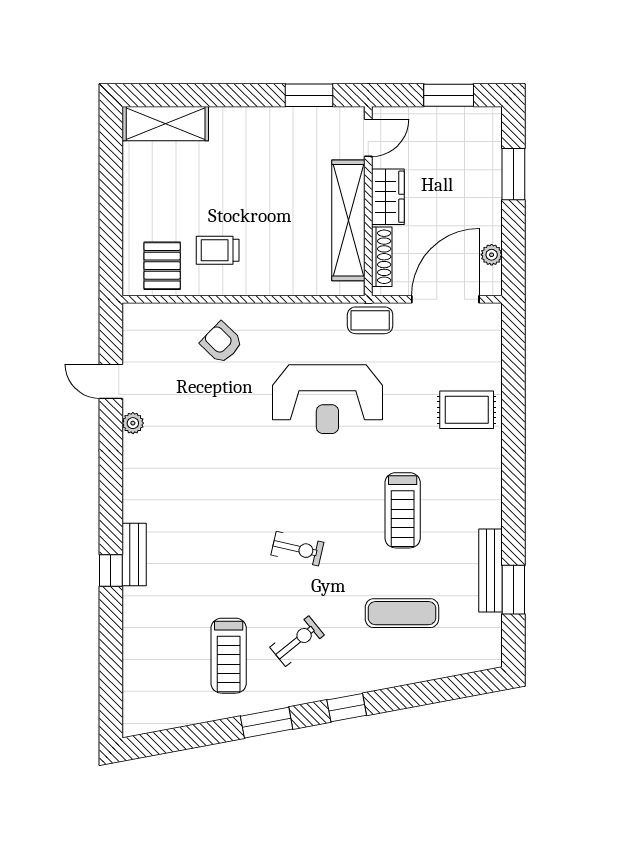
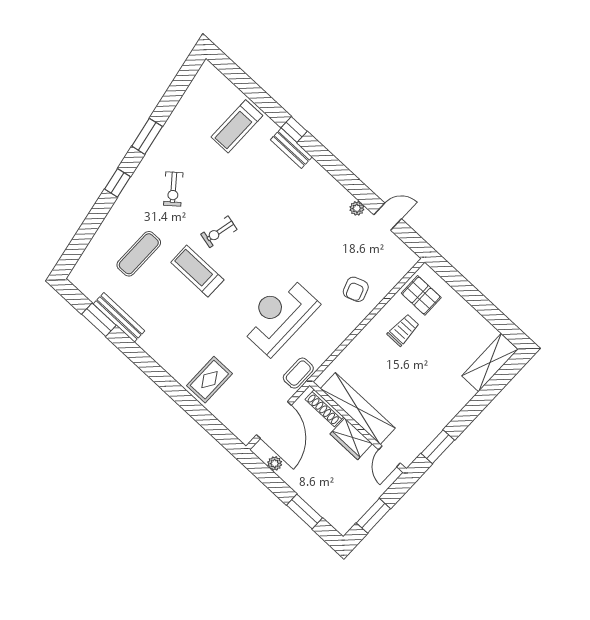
armchair: (222, 343) -> (356, 289), turned 116
treadmill: (403, 510) -> (197, 271), moved
treadmill: (229, 656) -> (237, 126), moved, turned -90

